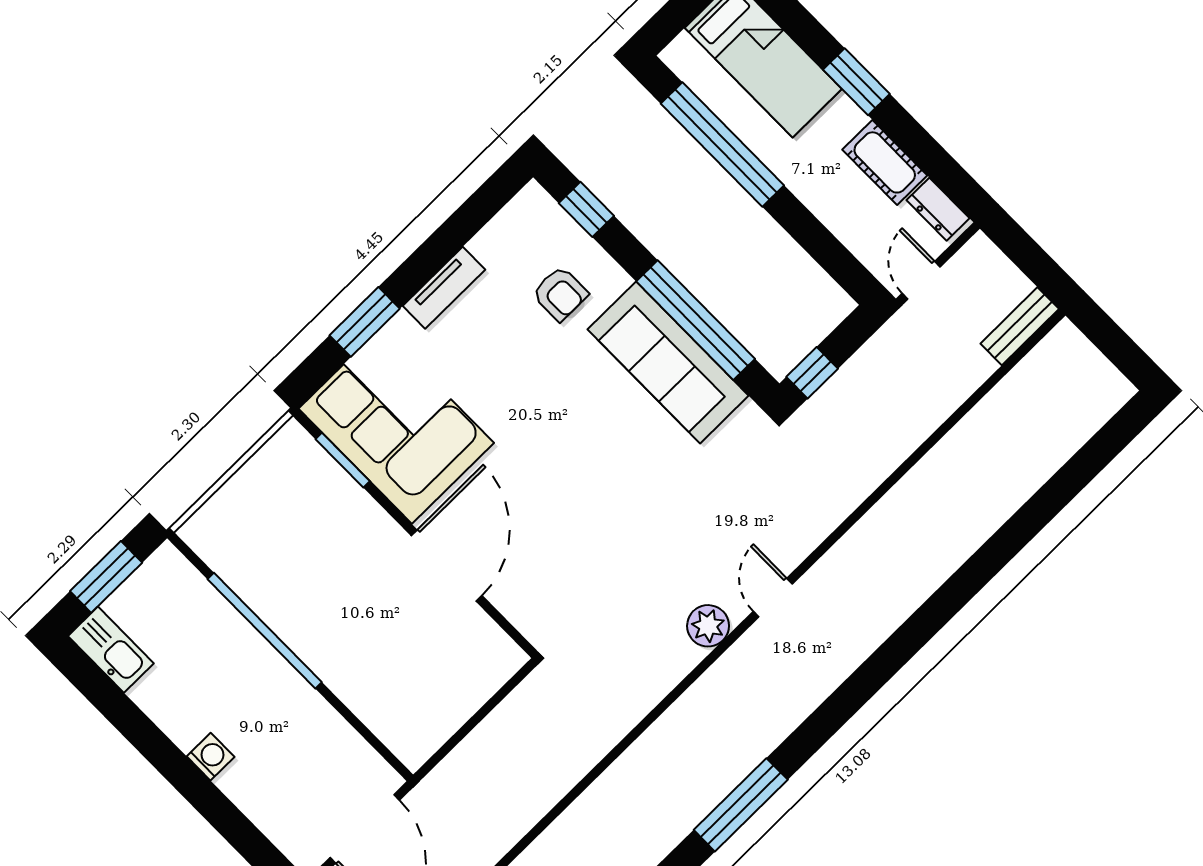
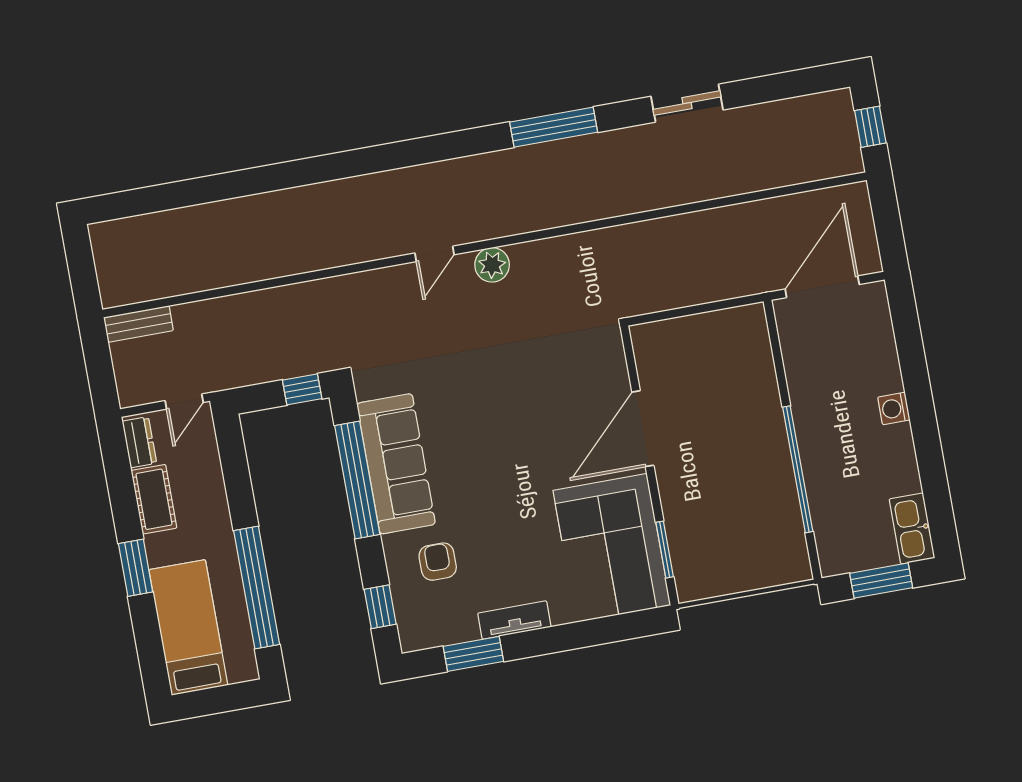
window: (365, 322) -> (473, 654), moved

